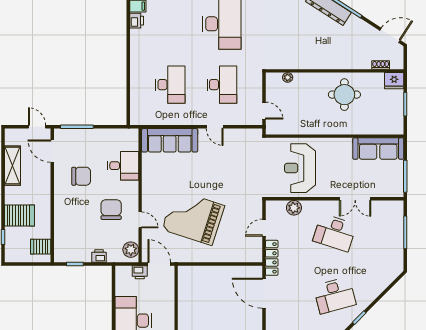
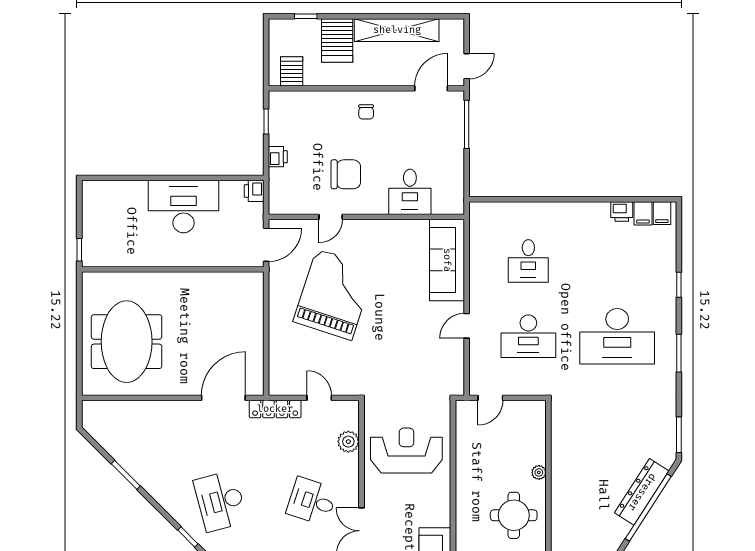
plant: (288, 77) -> (539, 472), moved
desk: (170, 85) -> (528, 261), width x0.73
shelving: (12, 166) -> (397, 30), width x1.47
chair: (81, 176) -> (366, 112), moved, width x0.54, depth x0.54
desk: (335, 233) -> (312, 501), width x0.73
plant: (131, 250) -> (287, 203), removed
printer: (140, 272) -> (254, 191), moved

